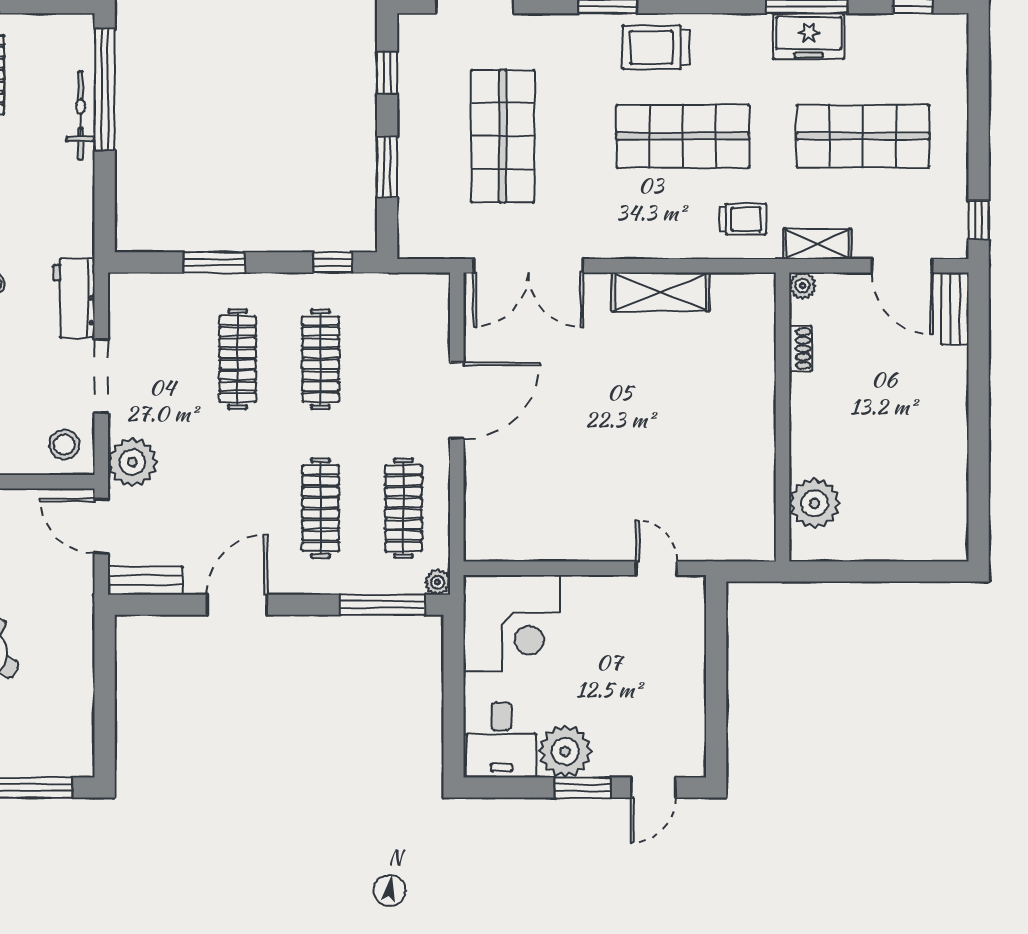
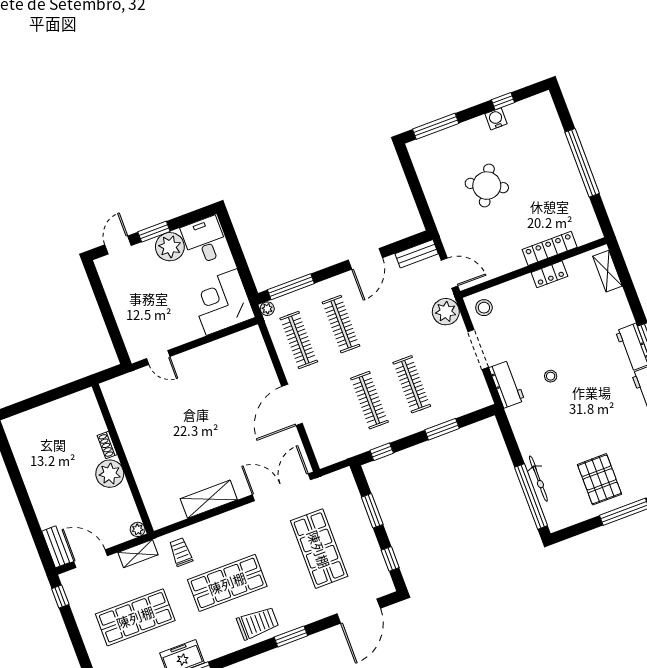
trolley: (743, 219) -> (181, 552), turned 90
shoe rack: (800, 349) -> (107, 445), moved
plant: (815, 503) -> (110, 474), moved

